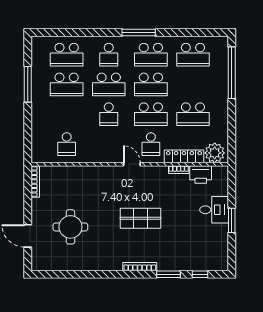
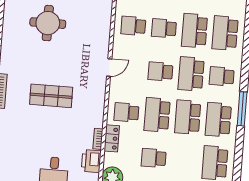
school desk: (67, 114) -> (164, 28), added
school desk: (193, 114) -> (154, 158), width x0.54
locker: (184, 156) -> (112, 138), width x0.66
door: (132, 164) -> (109, 67), moved
shop shelf: (141, 218) -> (51, 96), turned 90

